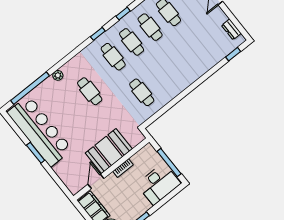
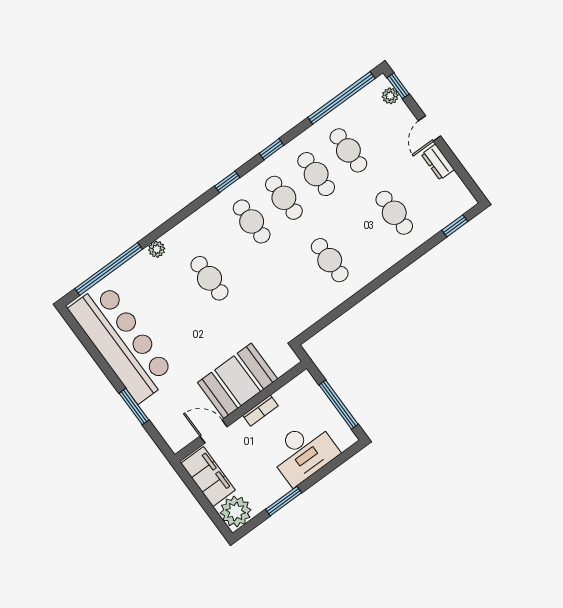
dresser: (231, 29) -> (438, 162), moved
cafe table: (197, 48) -> (394, 213), added
cafe table: (142, 92) -> (330, 260), moved
window: (36, 153) -> (134, 407), moved
door: (96, 181) -> (214, 431), hinge flipped
desk: (159, 184) -> (303, 452), moved

